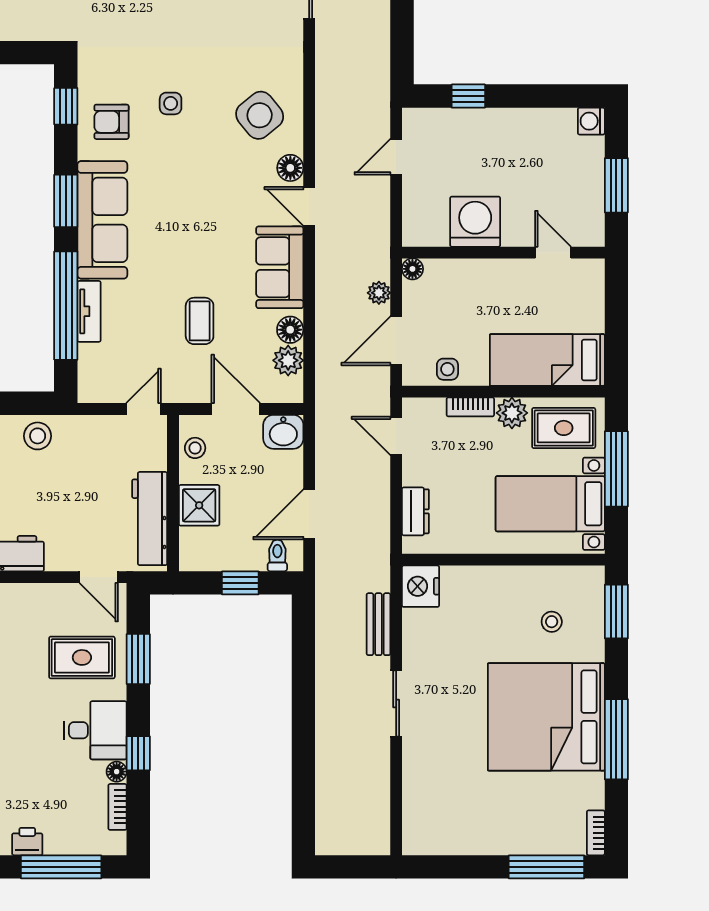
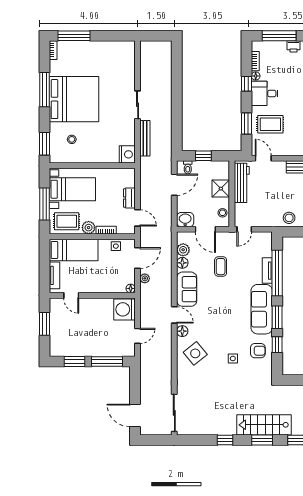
window: (468, 96) -> (107, 362), width x2.17
window: (545, 96) -> (74, 362), added
window: (66, 106) -> (277, 345), moved
washing machine: (591, 121) -> (55, 351), removed
washing machine: (475, 222) -> (124, 309), moved, turned 90
tv unit: (593, 300) -> (54, 275), added
dresser: (415, 511) -> (129, 198), moved
bench: (378, 624) -> (145, 138), width x1.36

